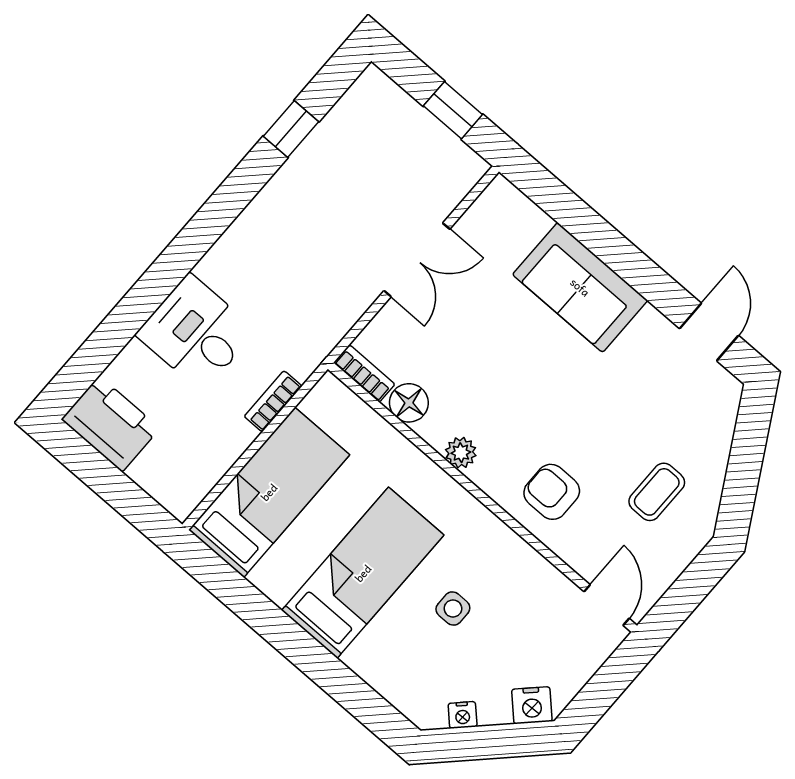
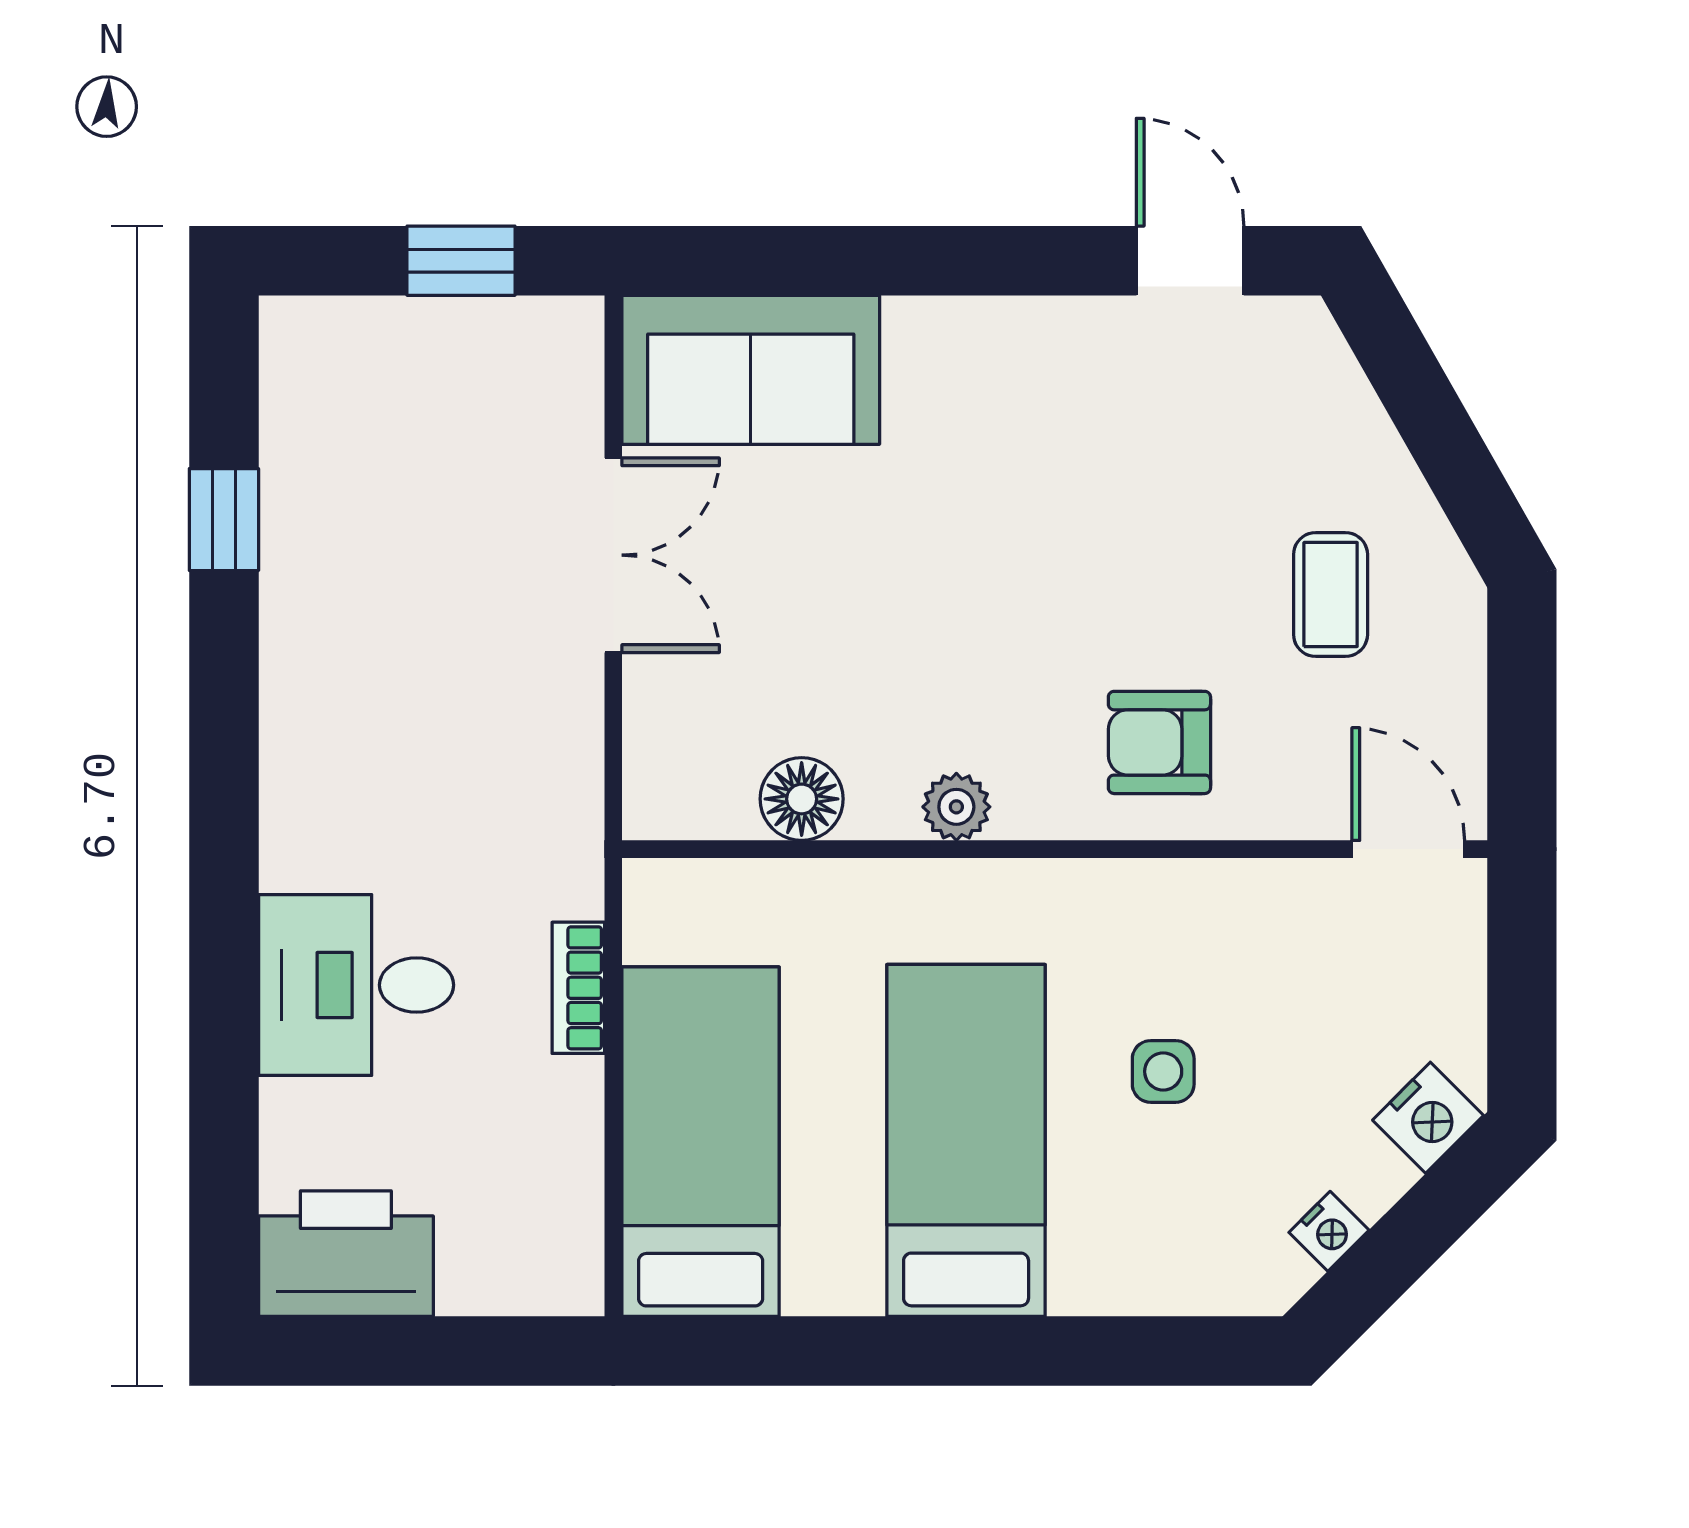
sofa: (580, 287) -> (751, 370), moved
bookcase: (364, 373) -> (688, 814), removed

